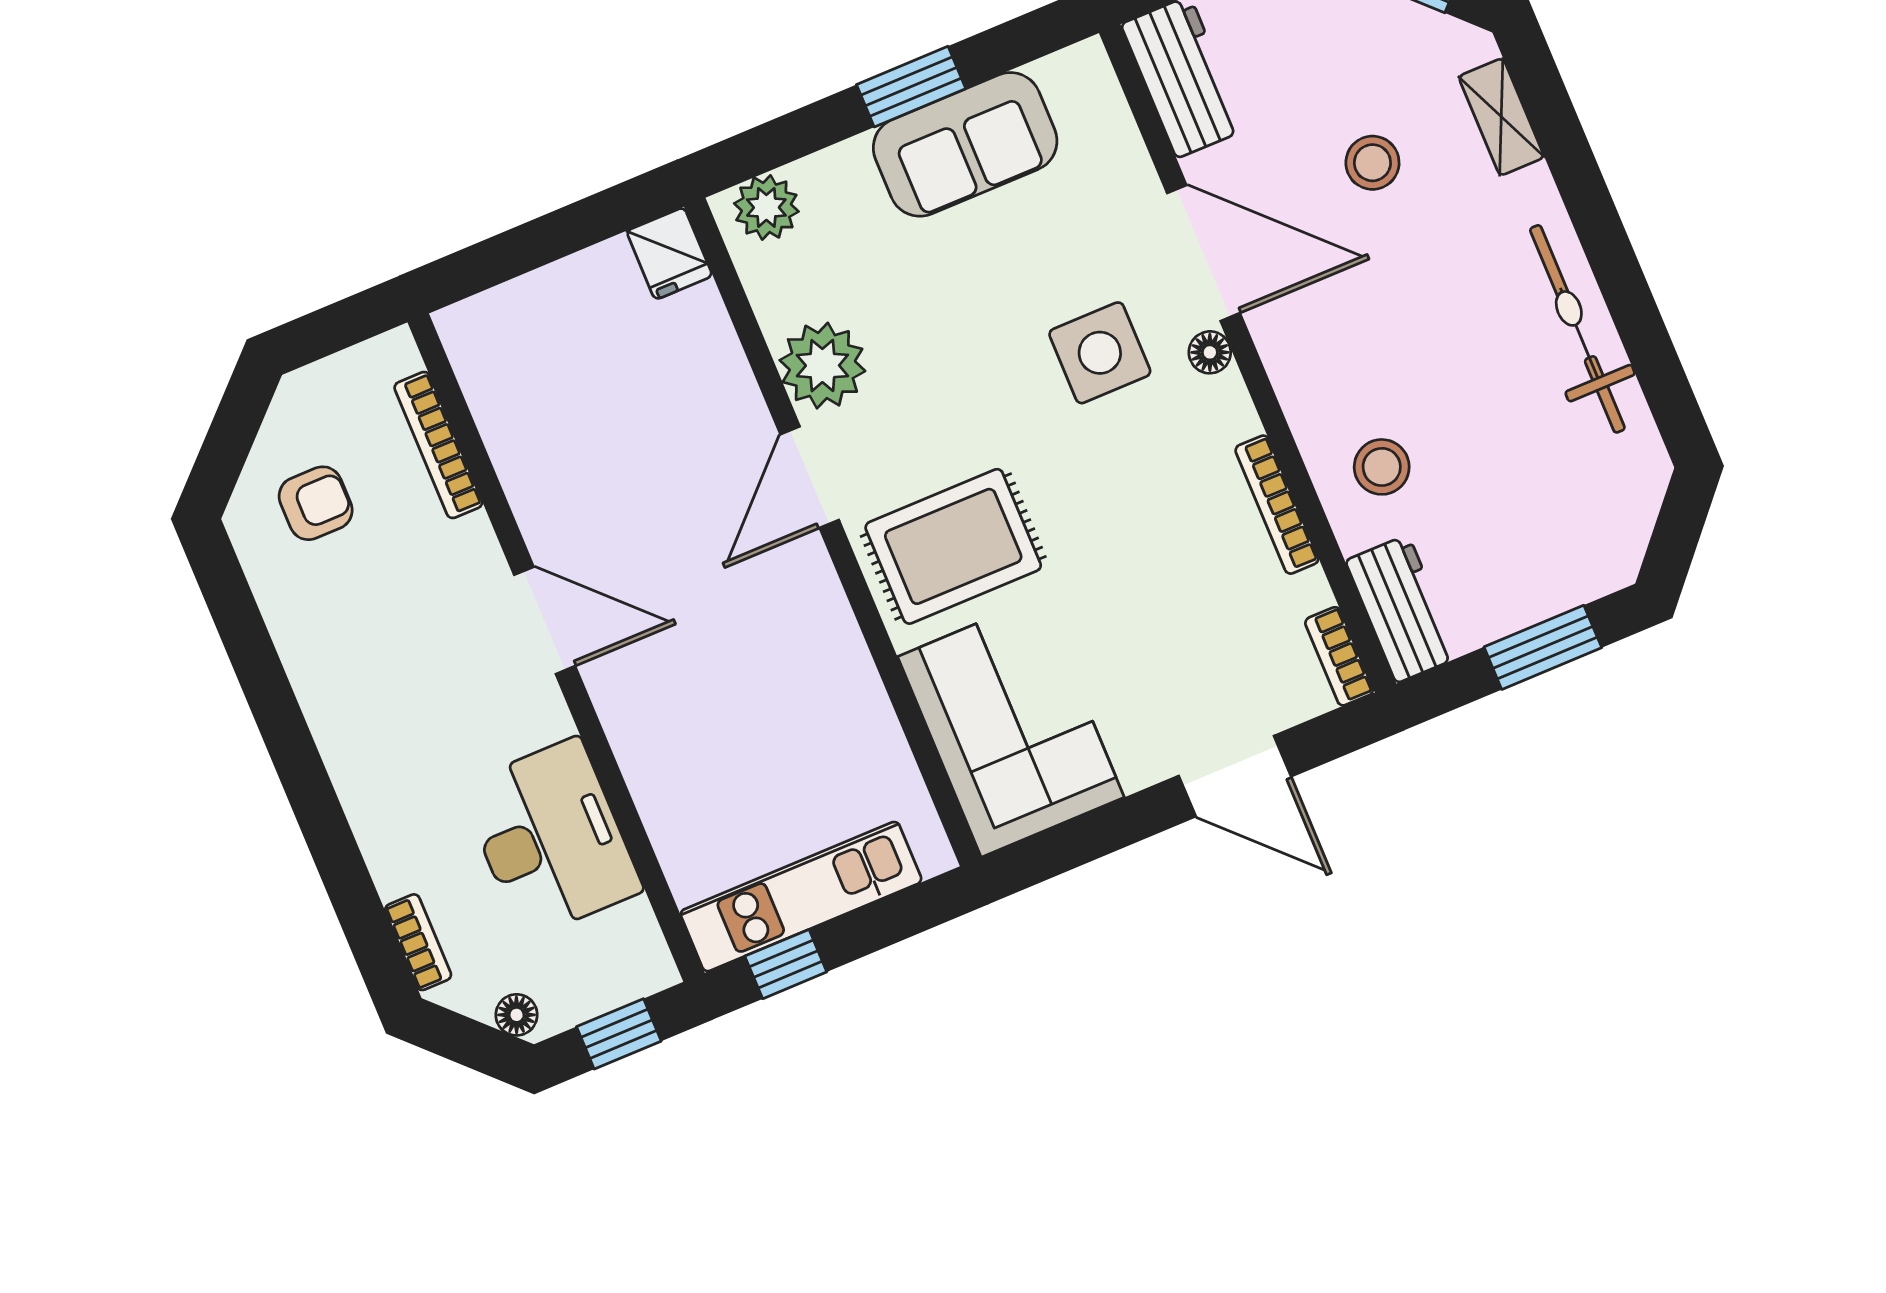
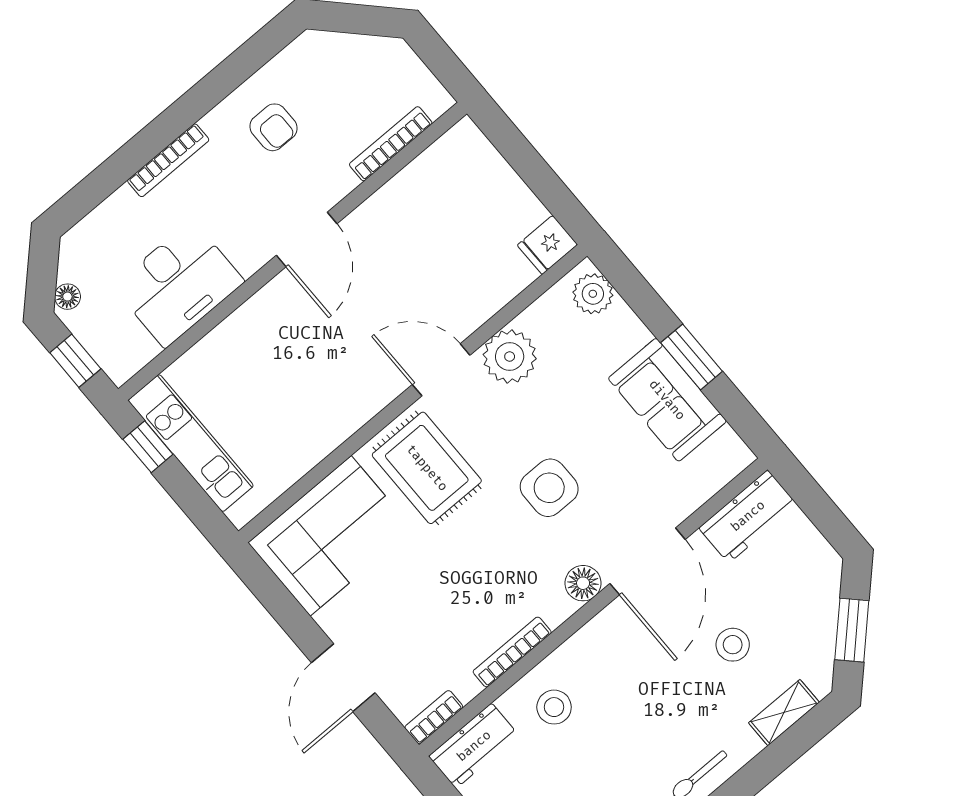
floor lamp: (1210, 352) -> (583, 583), width x1.37, depth x1.37
side table: (1100, 353) -> (549, 488), moved
armchair: (316, 503) -> (274, 127), moved
bookcase: (418, 942) -> (168, 160), moved, width x1.56

